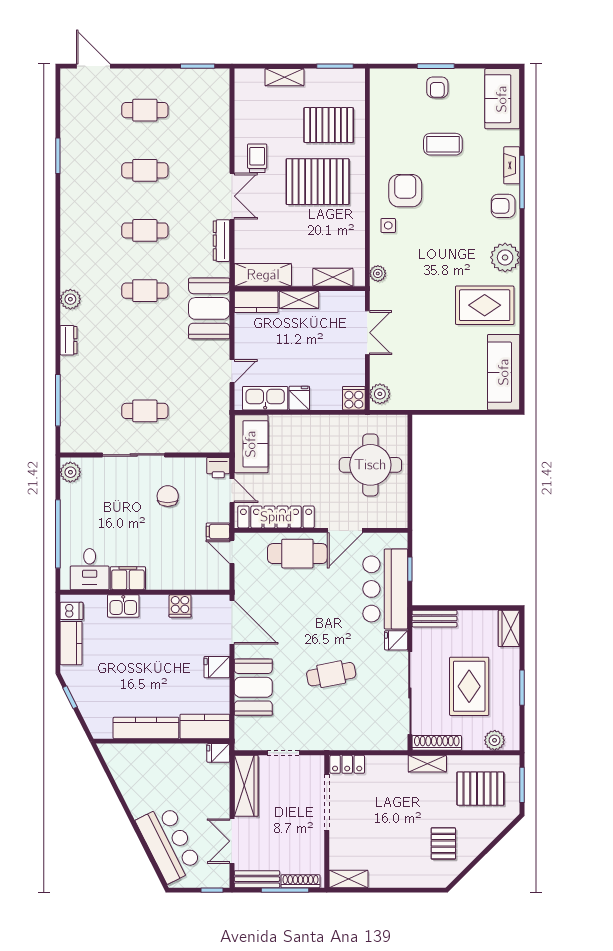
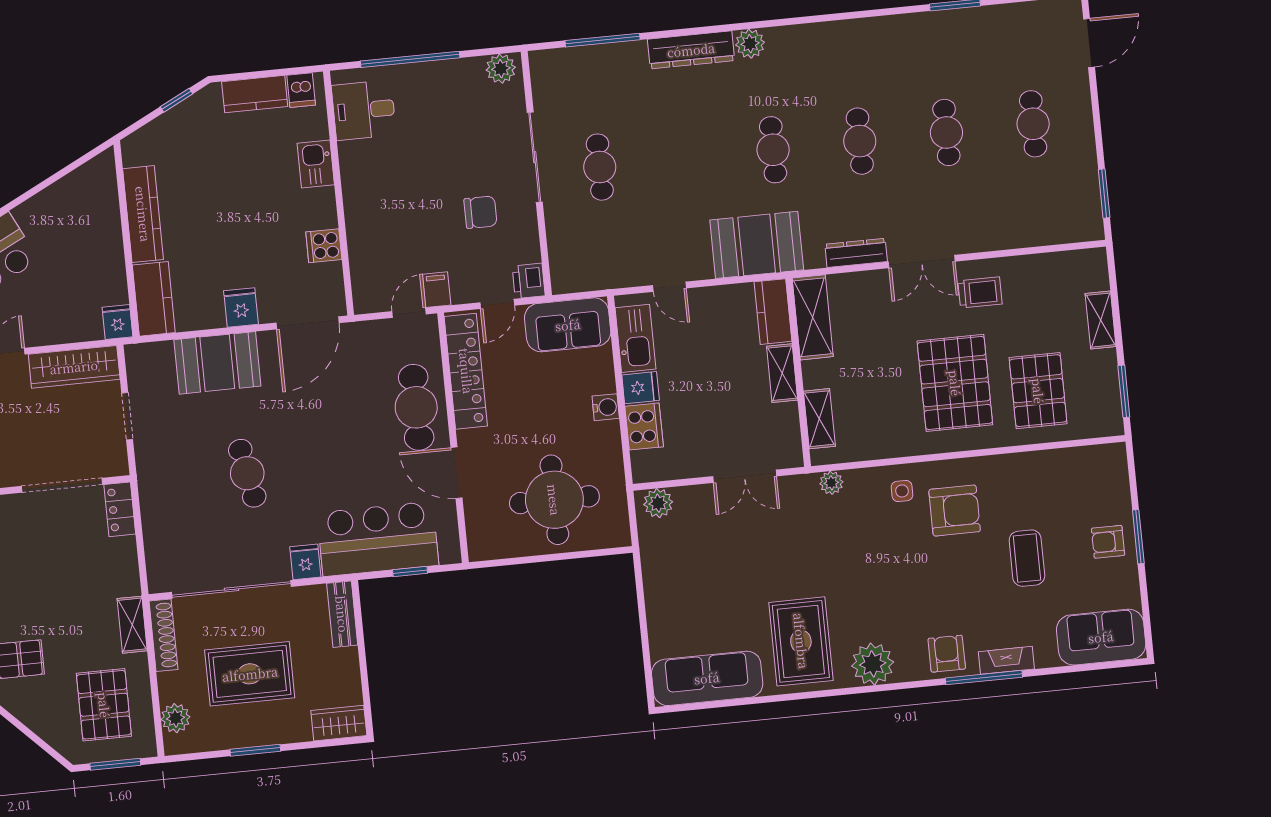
dresser: (69, 340) -> (691, 50), width x1.96, depth x1.24
cooker: (354, 398) -> (644, 426), moved, width x1.36
water cooler: (310, 423) -> (606, 407), added
filing cabinet: (128, 578) -> (356, 167), removed

